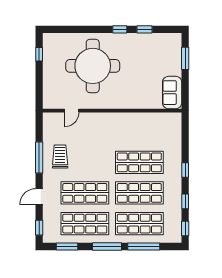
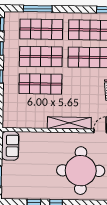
shelving: (106, 119) -> (69, 123), added
window: (107, 246) -> (70, 9), removed

